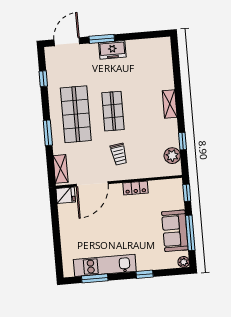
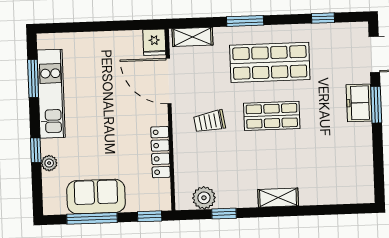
freezer: (112, 50) -> (359, 103), moved
locker: (135, 188) -> (160, 152), width x1.53
plant: (184, 262) -> (49, 163), moved

